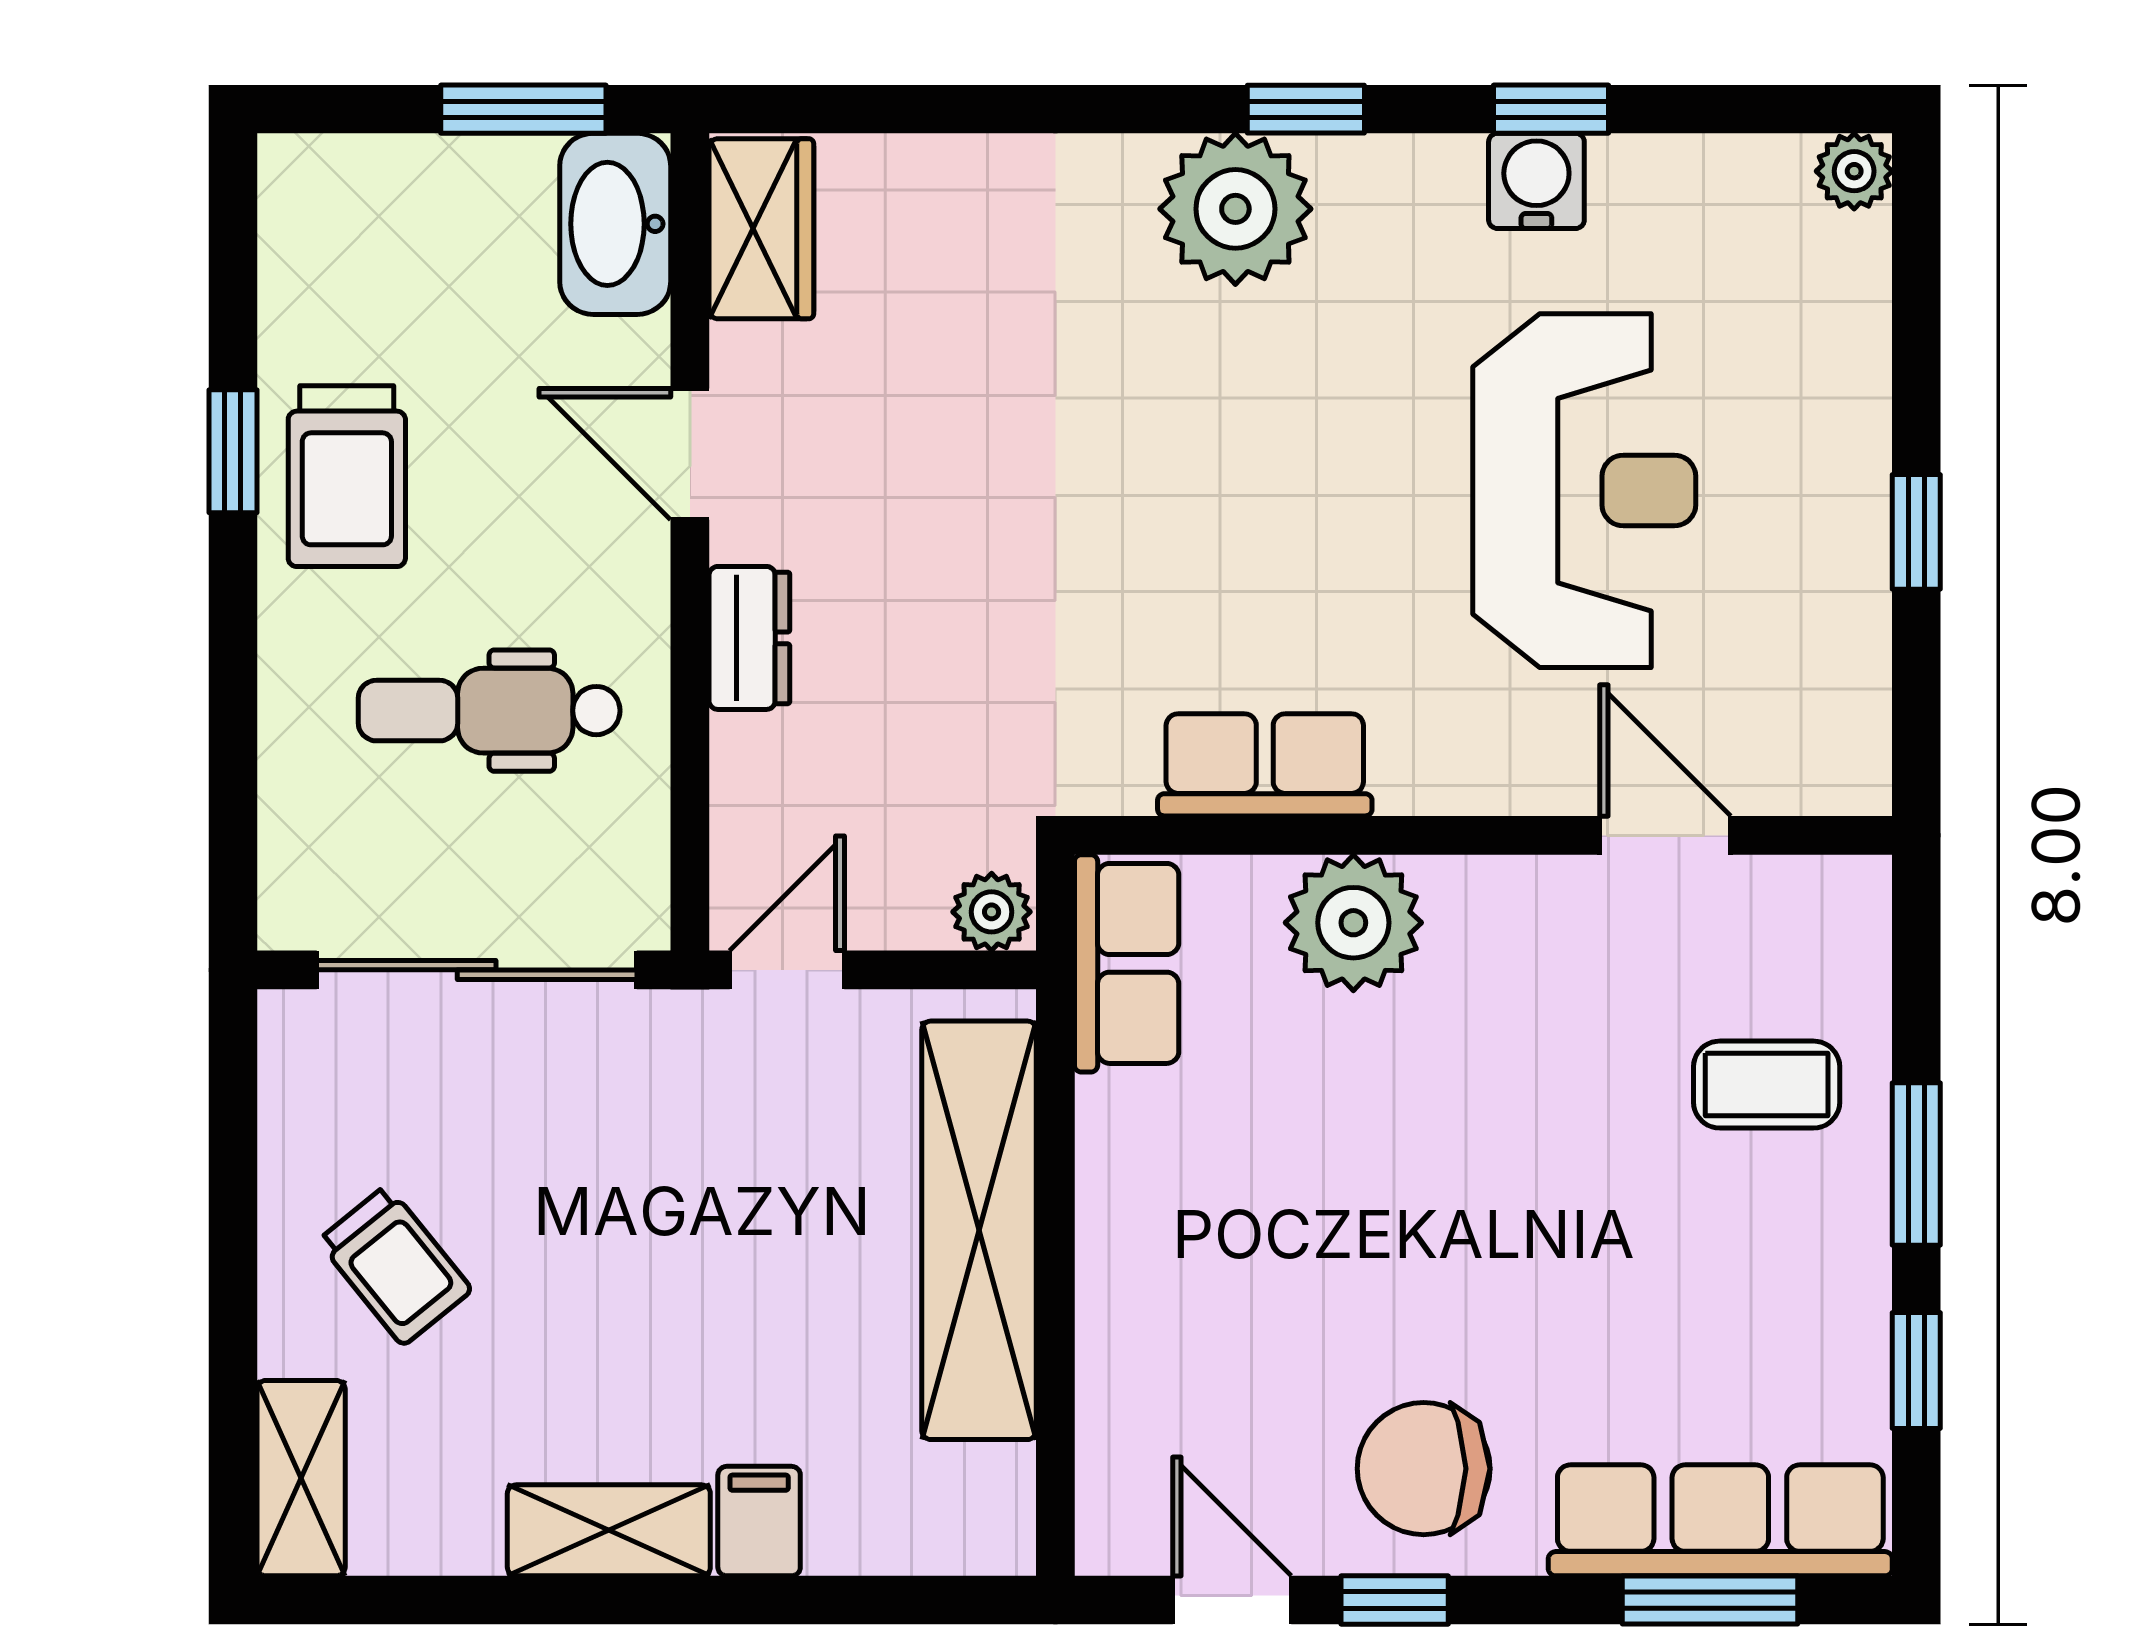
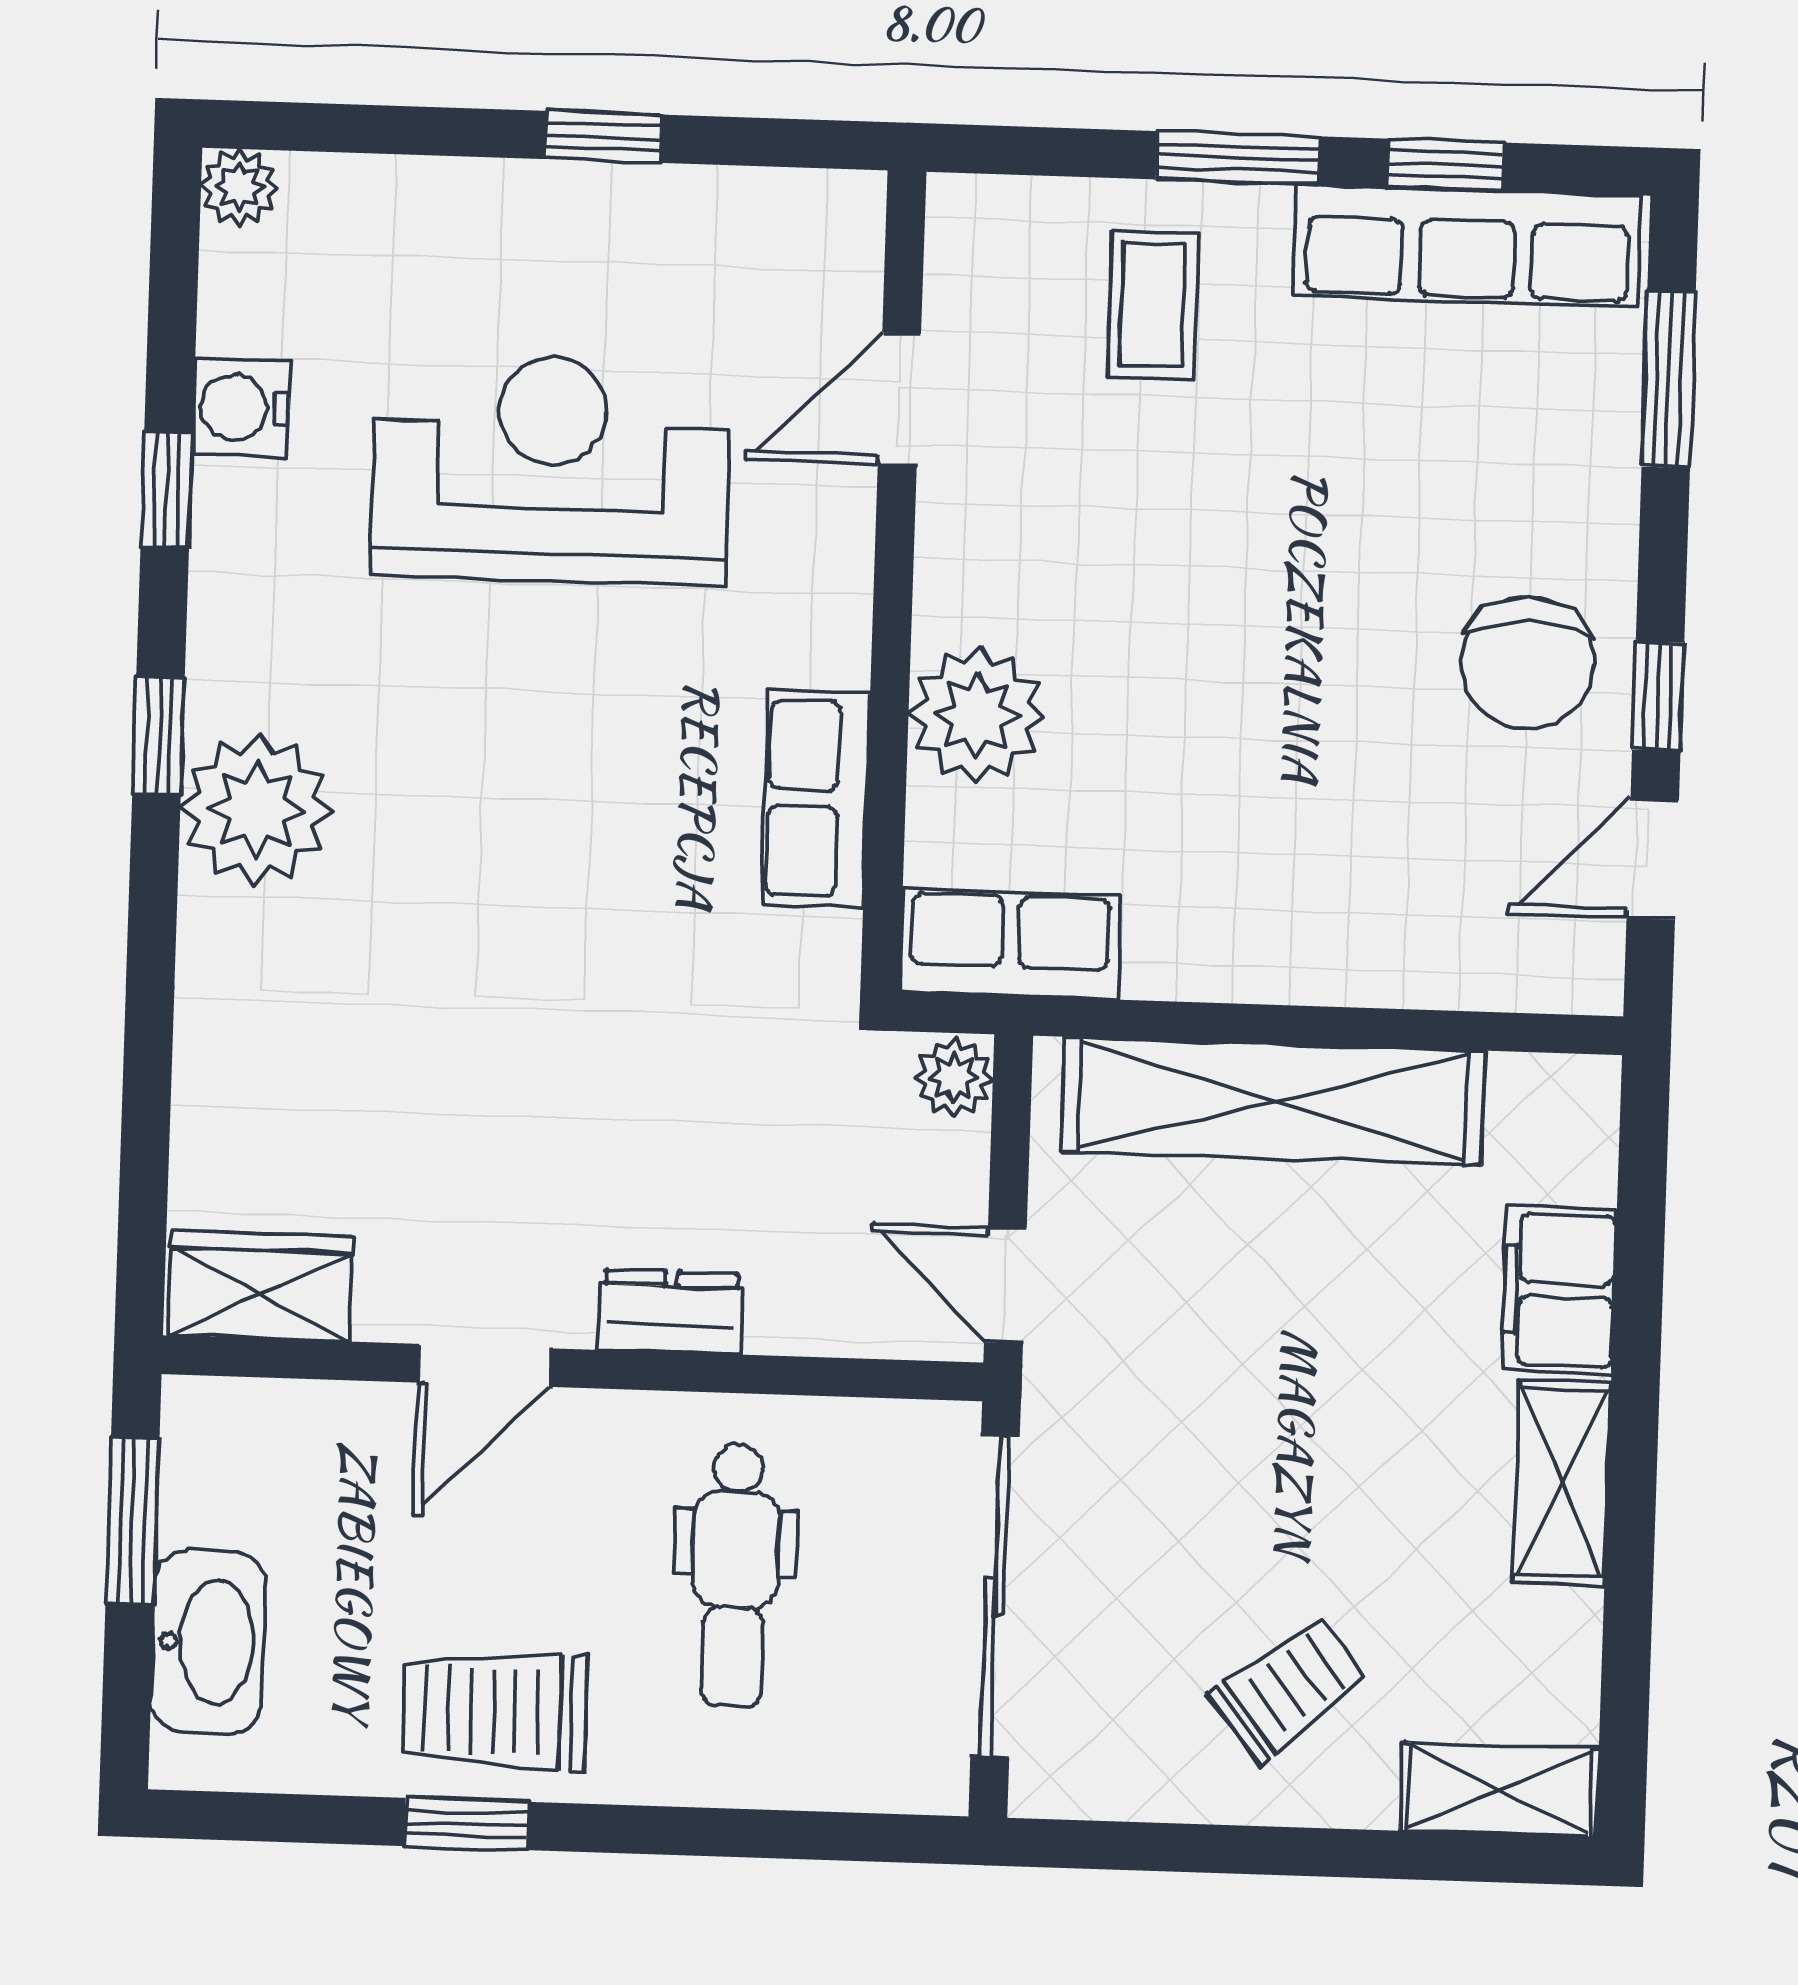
water cooler: (1536, 181) -> (242, 407), moved
washbasin: (615, 224) -> (208, 1642), moved, turned -90
trolley: (347, 476) -> (495, 1711), turned 180
row of seats: (1720, 1520) -> (1467, 246), moved, turned -90
filing cabinet: (759, 1521) -> (1559, 1290), width x2.00

